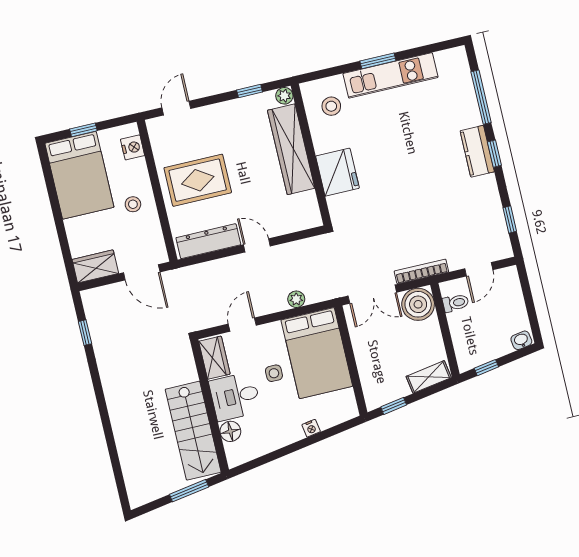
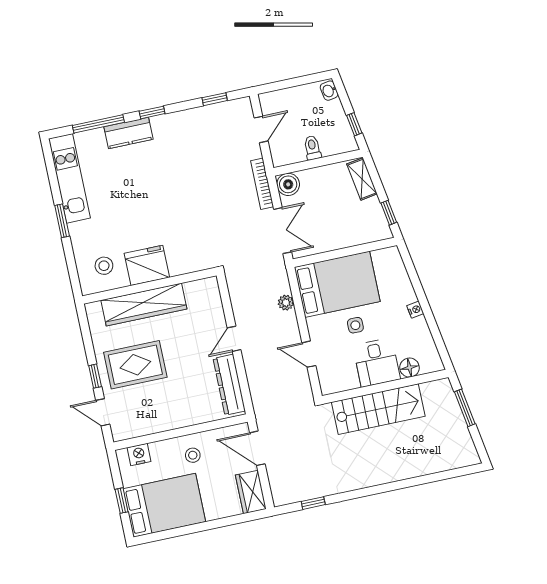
kitchen unit: (391, 75) -> (69, 178), moved
window: (250, 91) -> (95, 376), moved
plant: (284, 96) -> (93, 310), removed
kitchen counter: (477, 151) -> (128, 133), moved
fridge: (337, 172) -> (147, 265), moved
rug: (198, 180) -> (135, 365), moved, turned 90
door: (479, 269) -> (261, 129), hinge flipped
door: (142, 272) -> (257, 448), swing flipped
toilet: (456, 303) -> (312, 148), moved
boiler: (418, 304) -> (288, 184), width x0.73, depth x0.73
wardrobe: (214, 358) -> (339, 381), removed
nightstand: (311, 428) -> (415, 310), moved
stairs: (193, 431) -> (378, 409), moved

